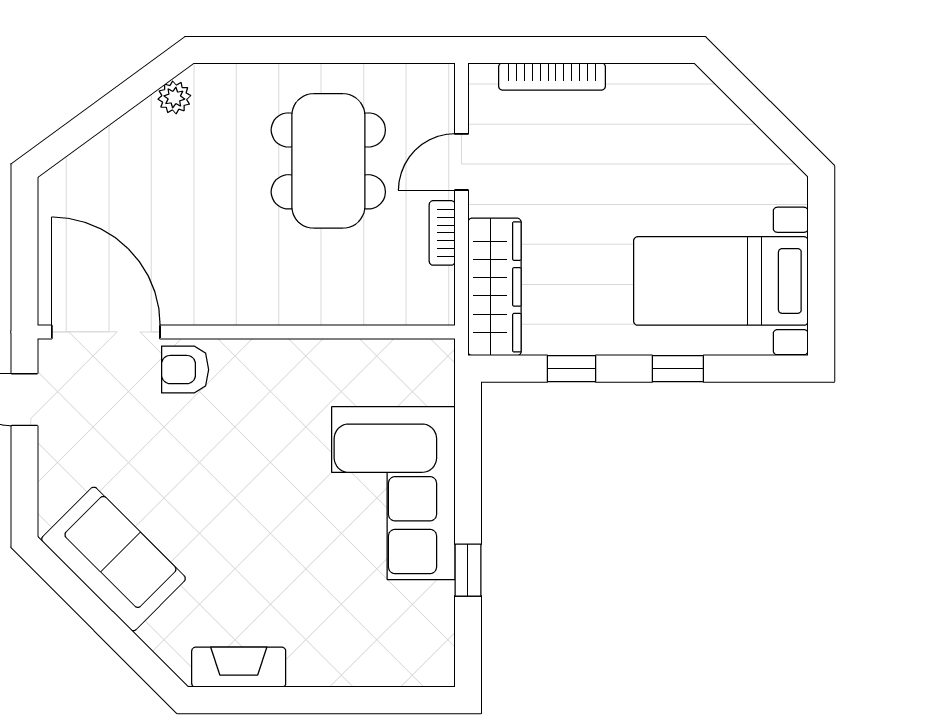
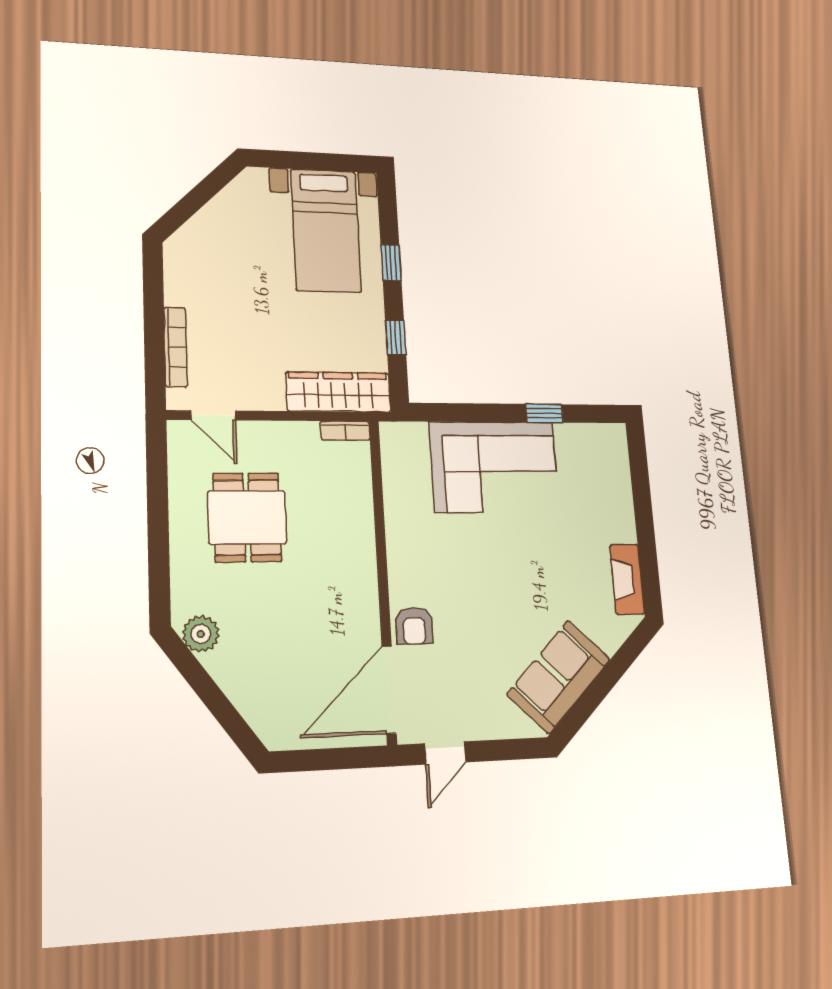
plant: (174, 97) -> (201, 634), width x1.38, depth x1.38
dining table: (328, 161) -> (247, 517), width x0.73
door: (462, 162) -> (213, 415), moved
bookcase: (442, 233) -> (345, 431), moved

